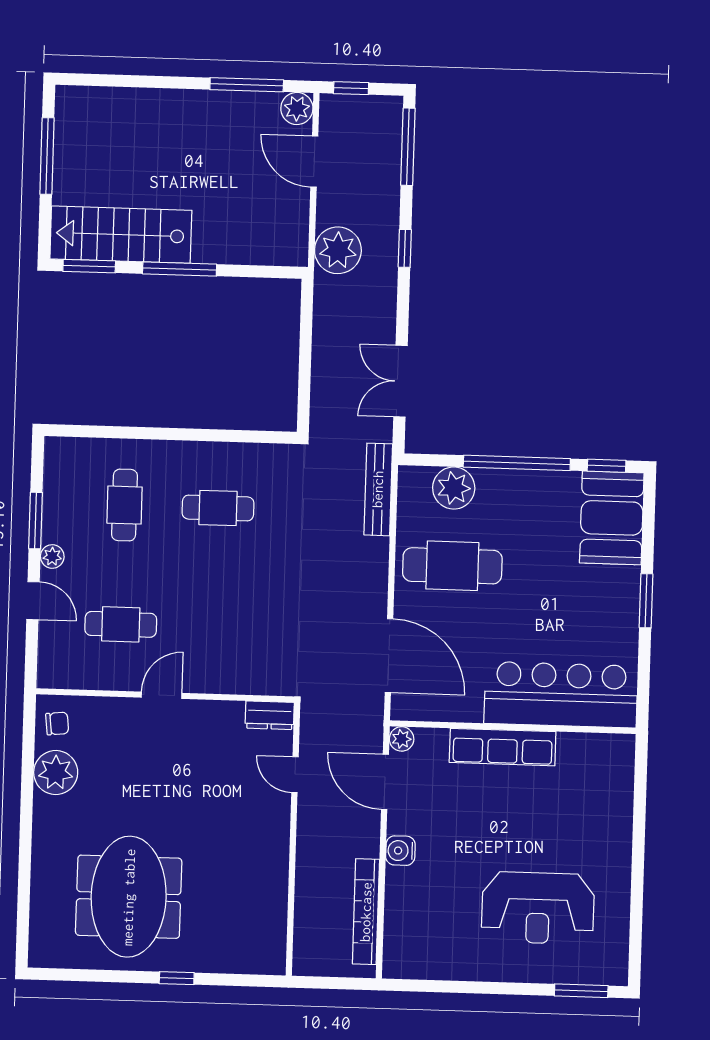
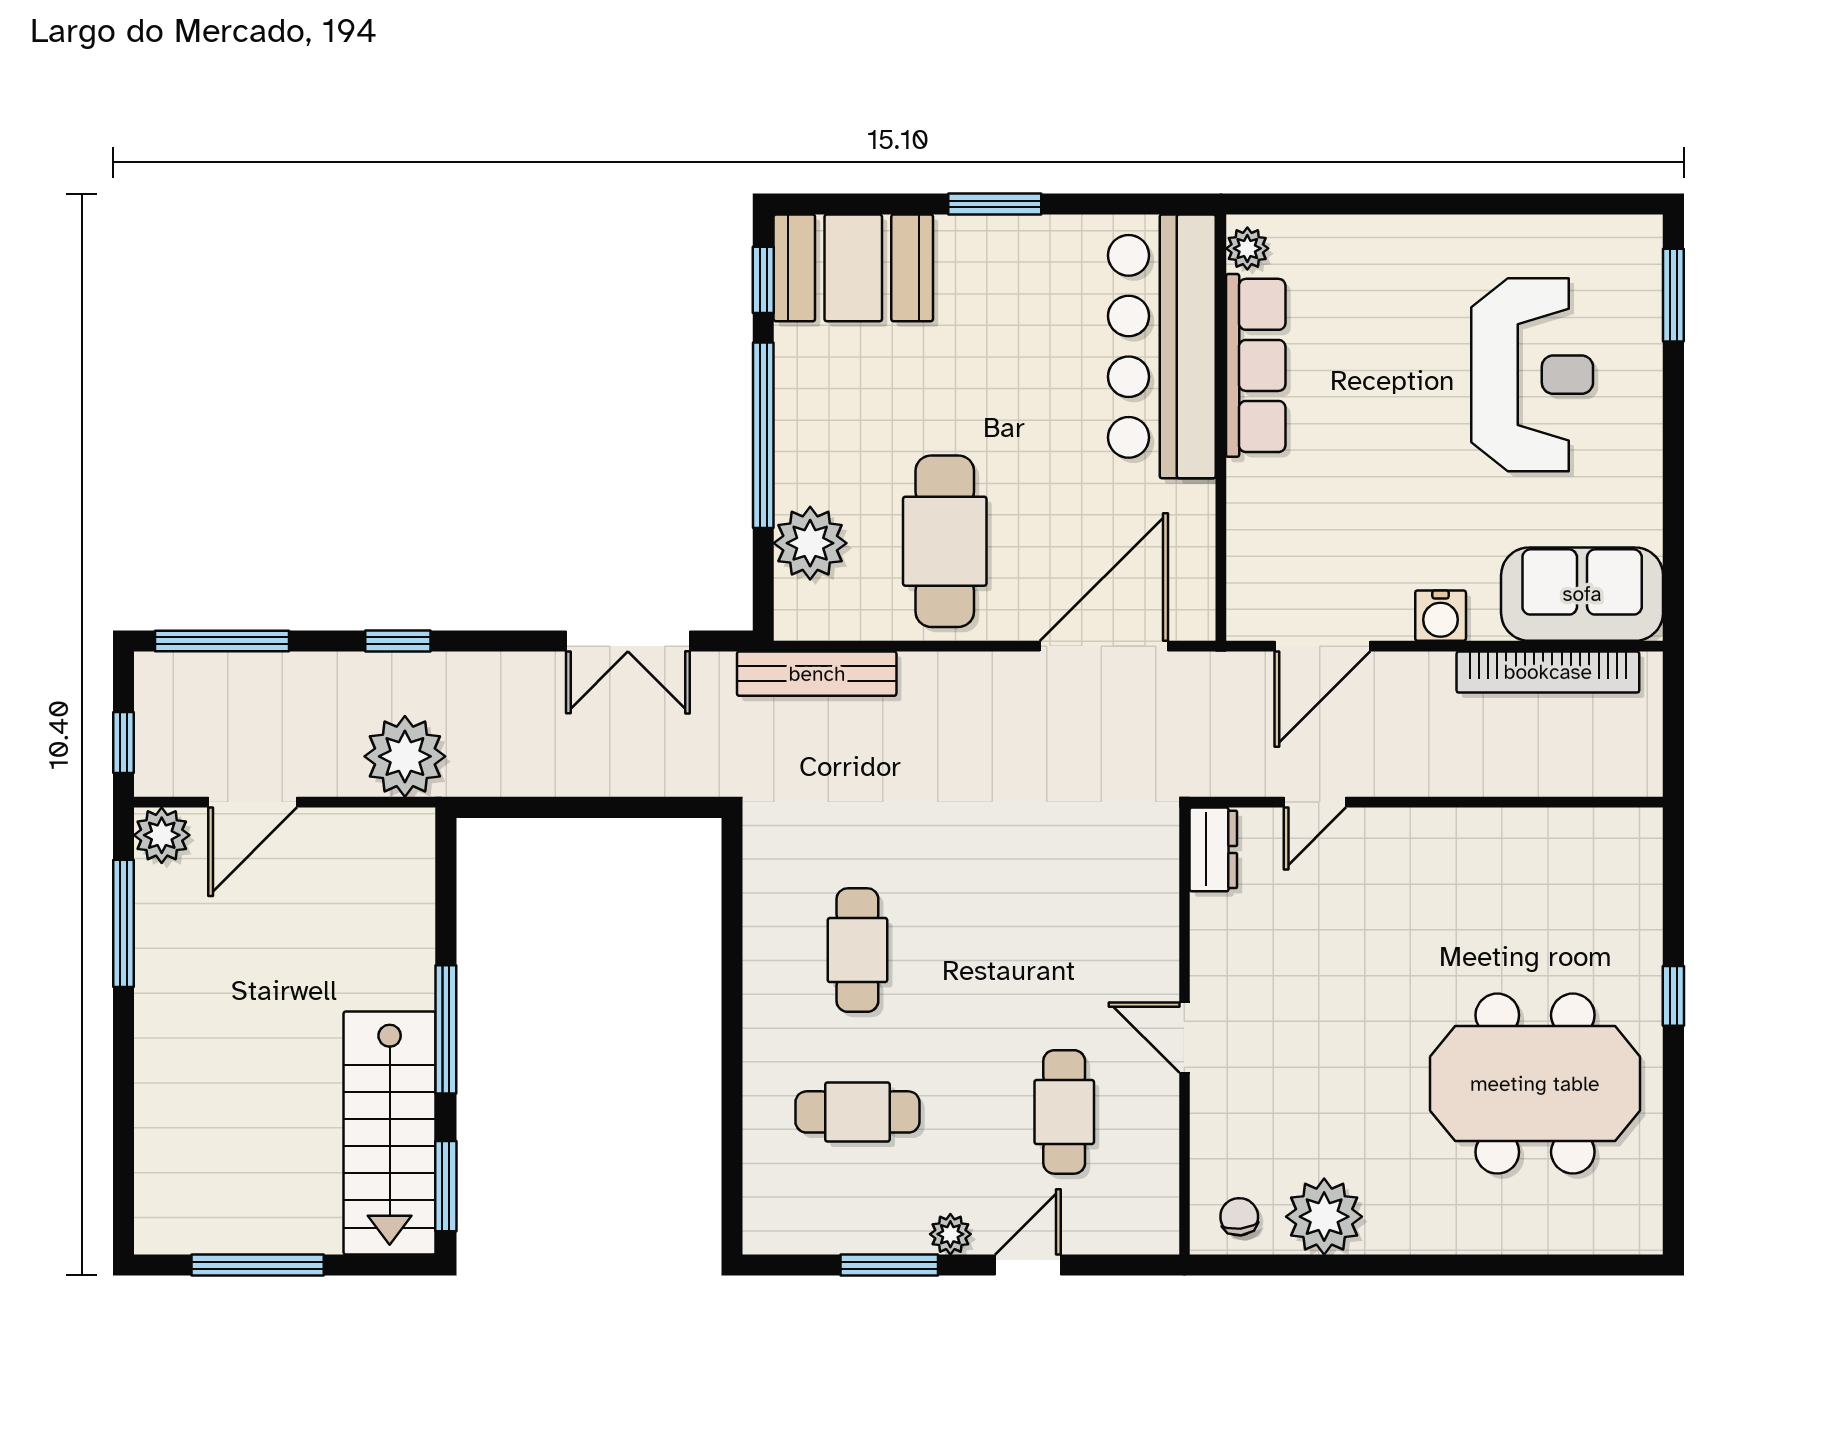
plant: (402, 739) -> (1247, 248), moved
row of seats: (503, 747) -> (1256, 365), moved
sofa: (410, 933) -> (1582, 594), added

